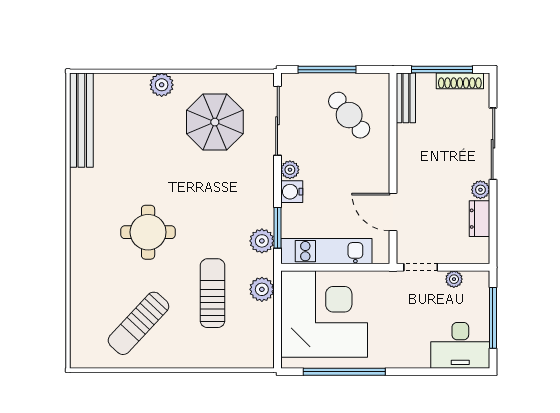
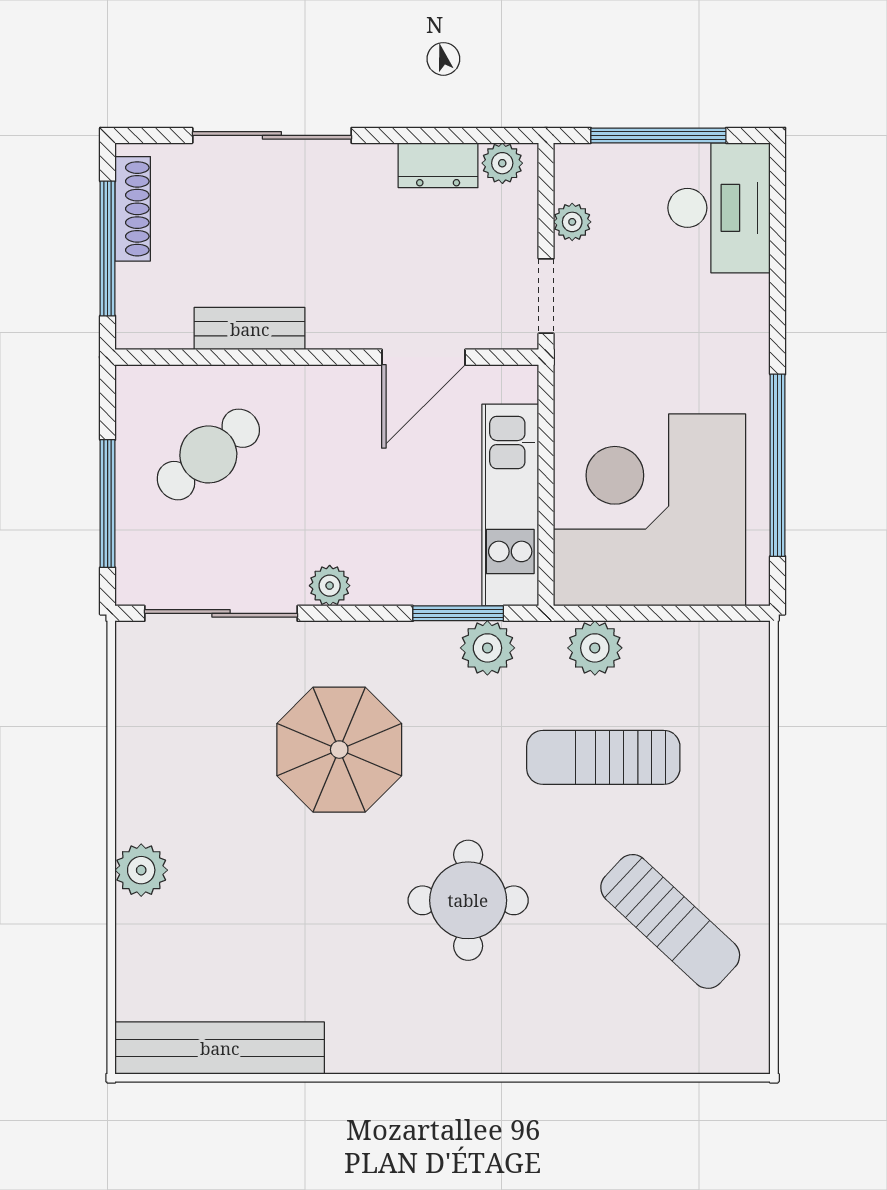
bench: (406, 98) -> (250, 329), moved
parasol: (215, 122) -> (339, 750), moved
plant: (480, 190) -> (502, 163), moved
water cooler: (292, 192) -> (378, 582), removed

